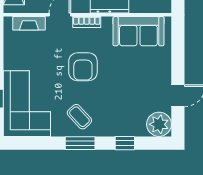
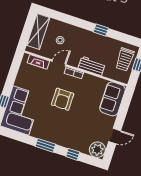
sofa: (138, 31) -> (112, 99), moved, turned 90
coffee table: (79, 117) -> (50, 129), removed

